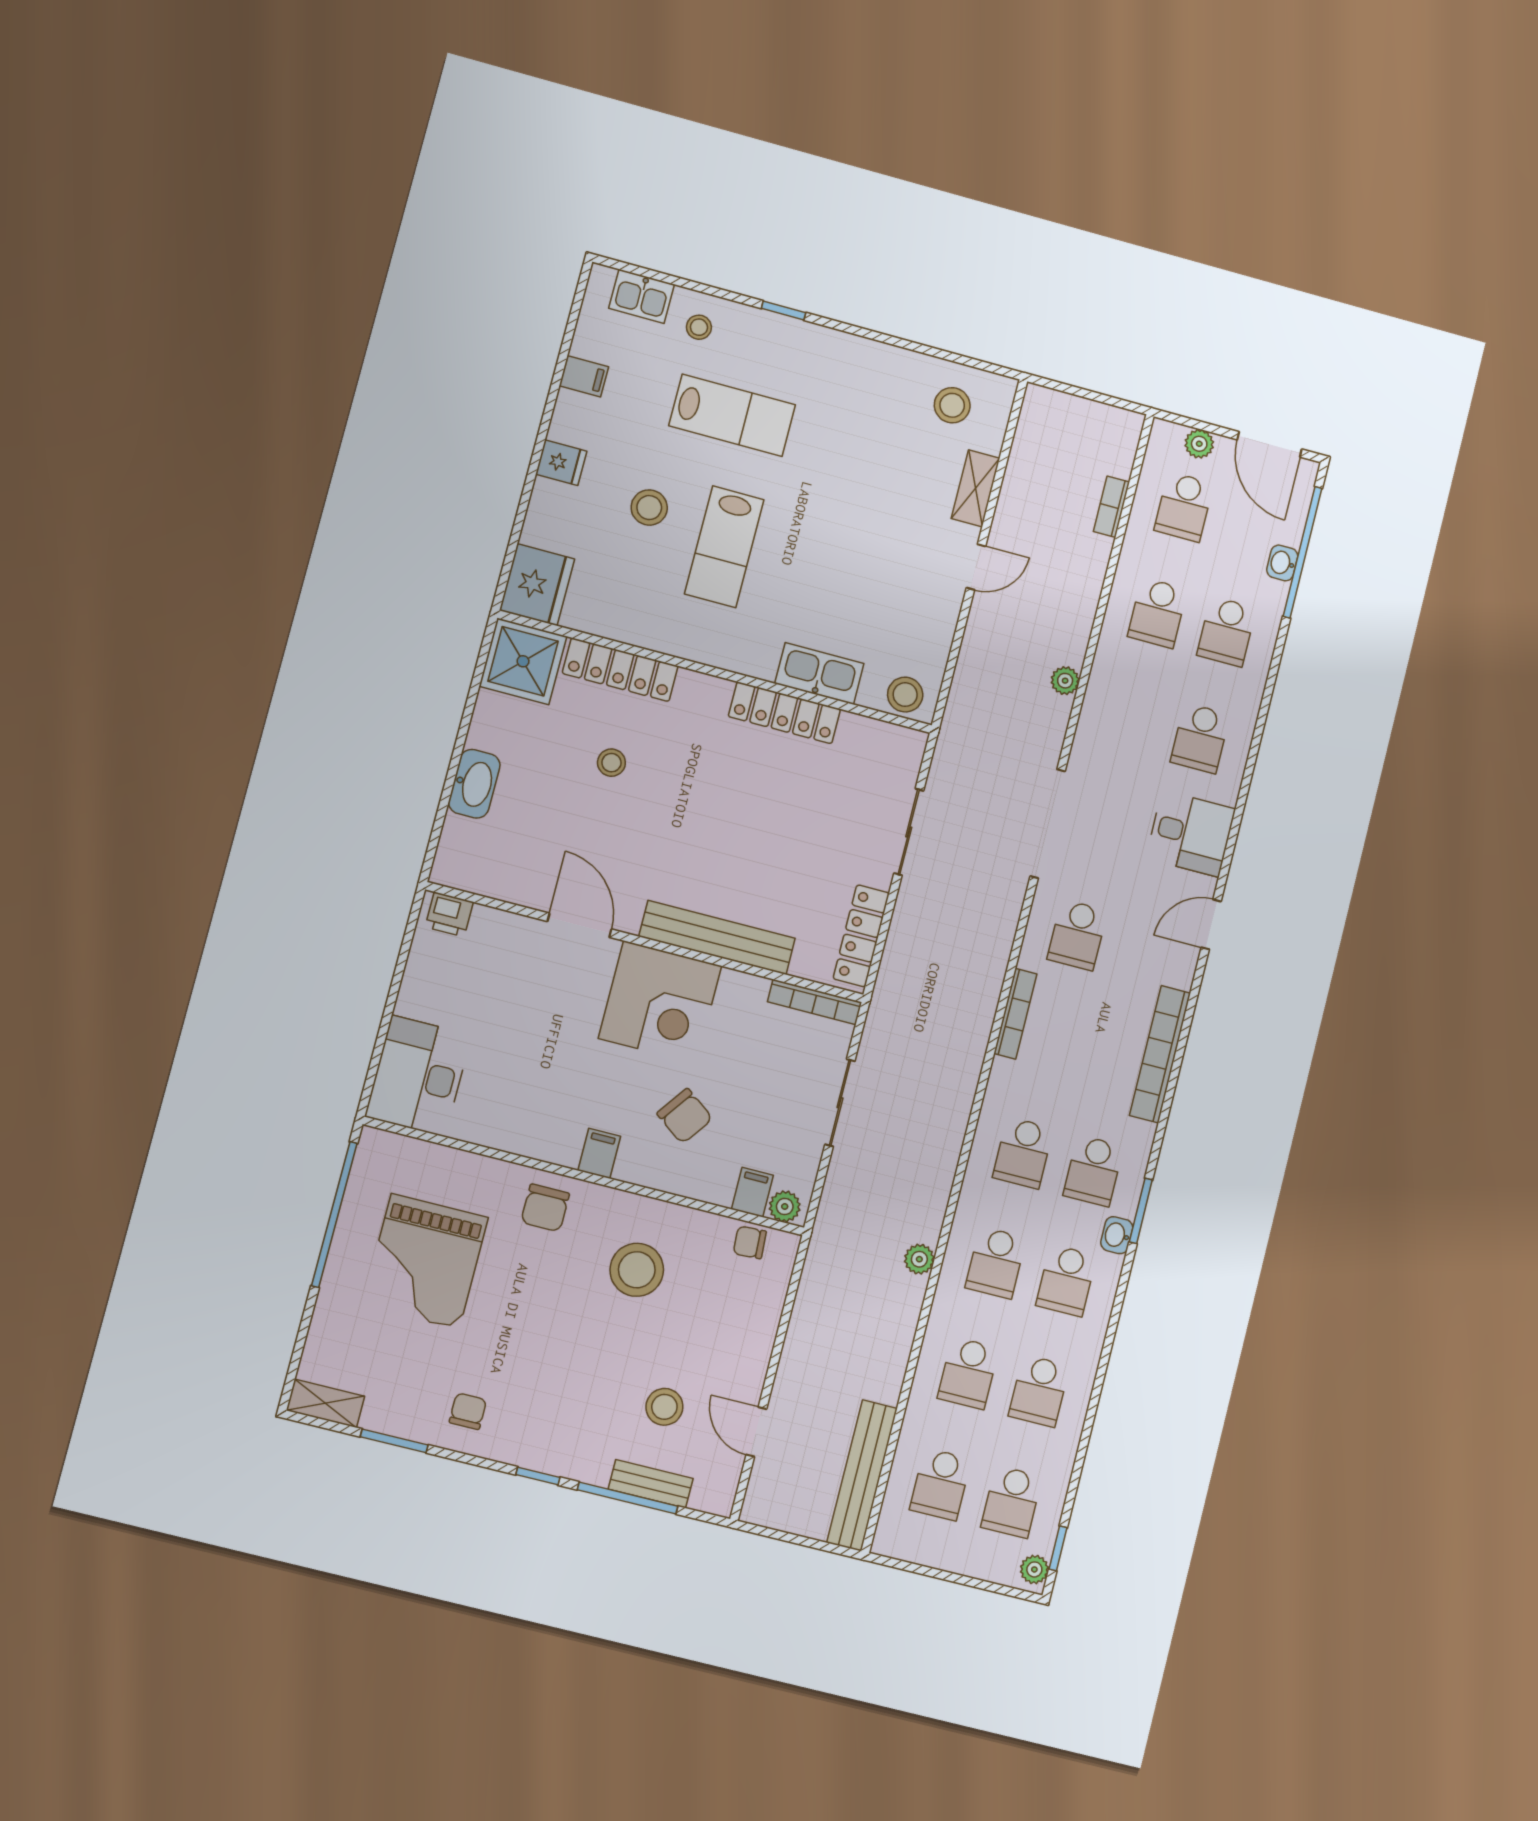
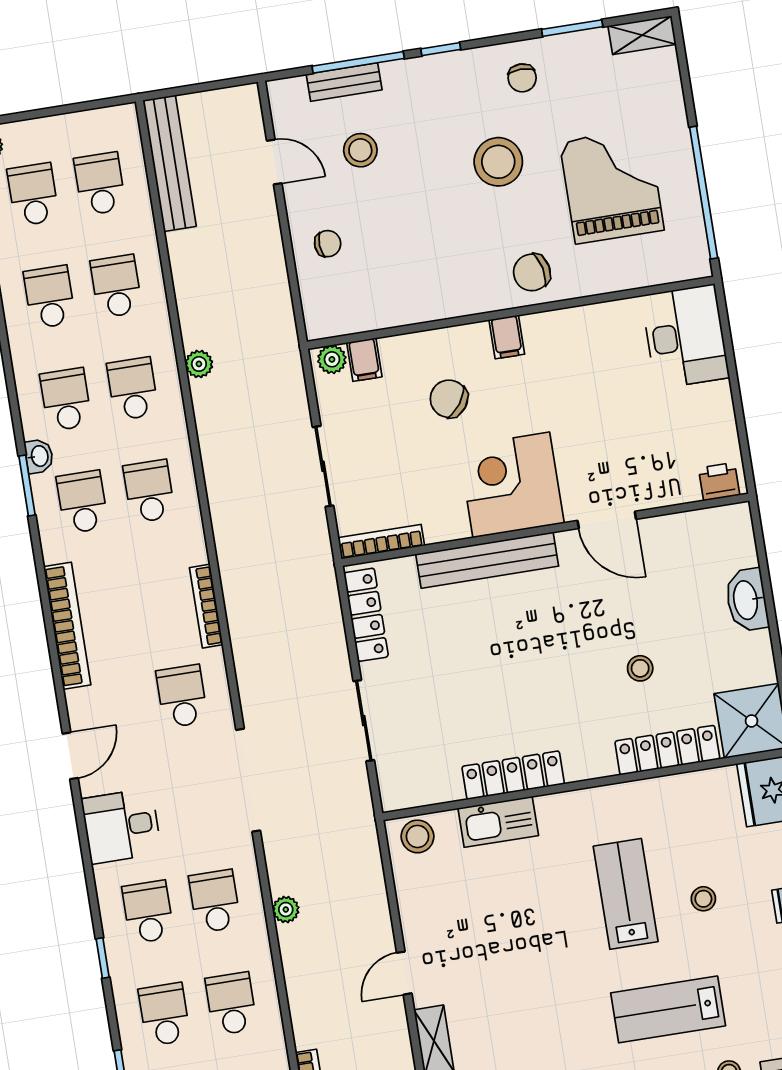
stool: (649, 508) -> (703, 899), width x0.73, depth x0.73
window: (1263, 713) -> (103, 958), added
school desk: (1131, 720) -> (215, 901), added
chair: (545, 1208) -> (532, 272), turned -102
chair: (750, 1242) -> (328, 244), moved
stool: (637, 1270) -> (498, 162), moved

